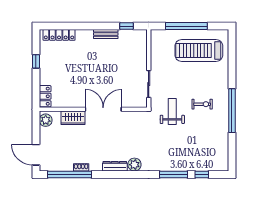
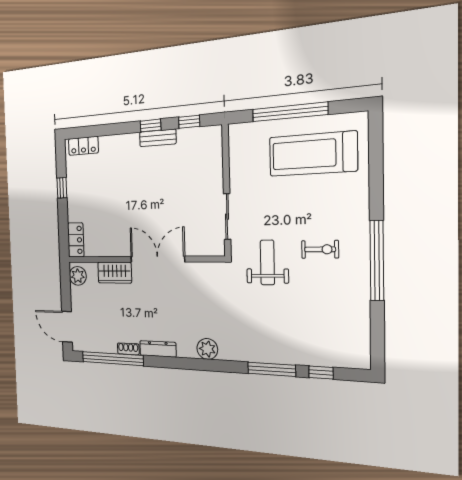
window: (101, 26) -> (151, 126), added
locker: (59, 35) -> (83, 146), width x0.66
dresser: (115, 166) -> (158, 349), moved

